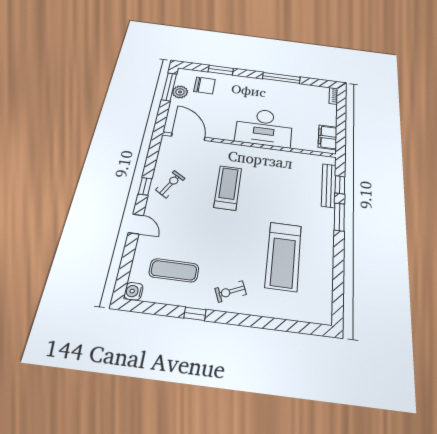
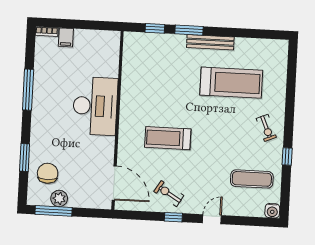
door: (188, 137) -> (114, 183), swing flipped
filing cabinet: (328, 137) -> (66, 37), moved, width x0.50
bench: (329, 185) -> (210, 42), moved
exercise mat: (174, 270) -> (252, 179), turned 90

